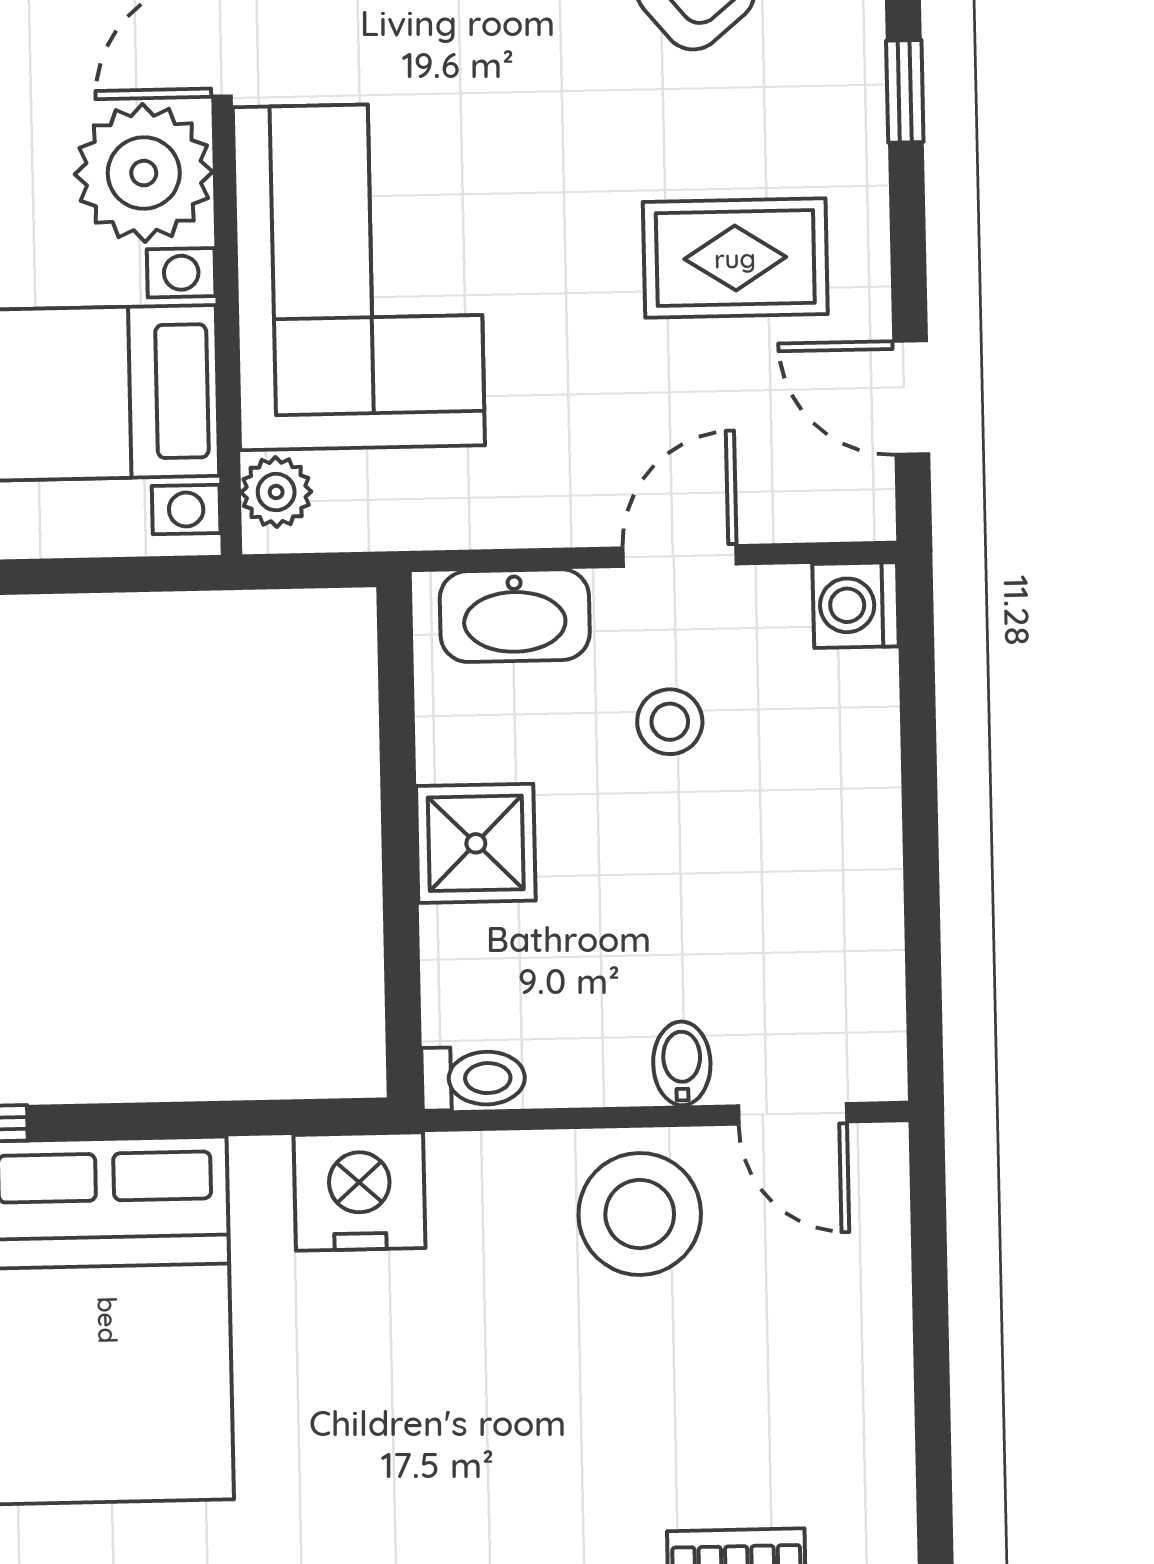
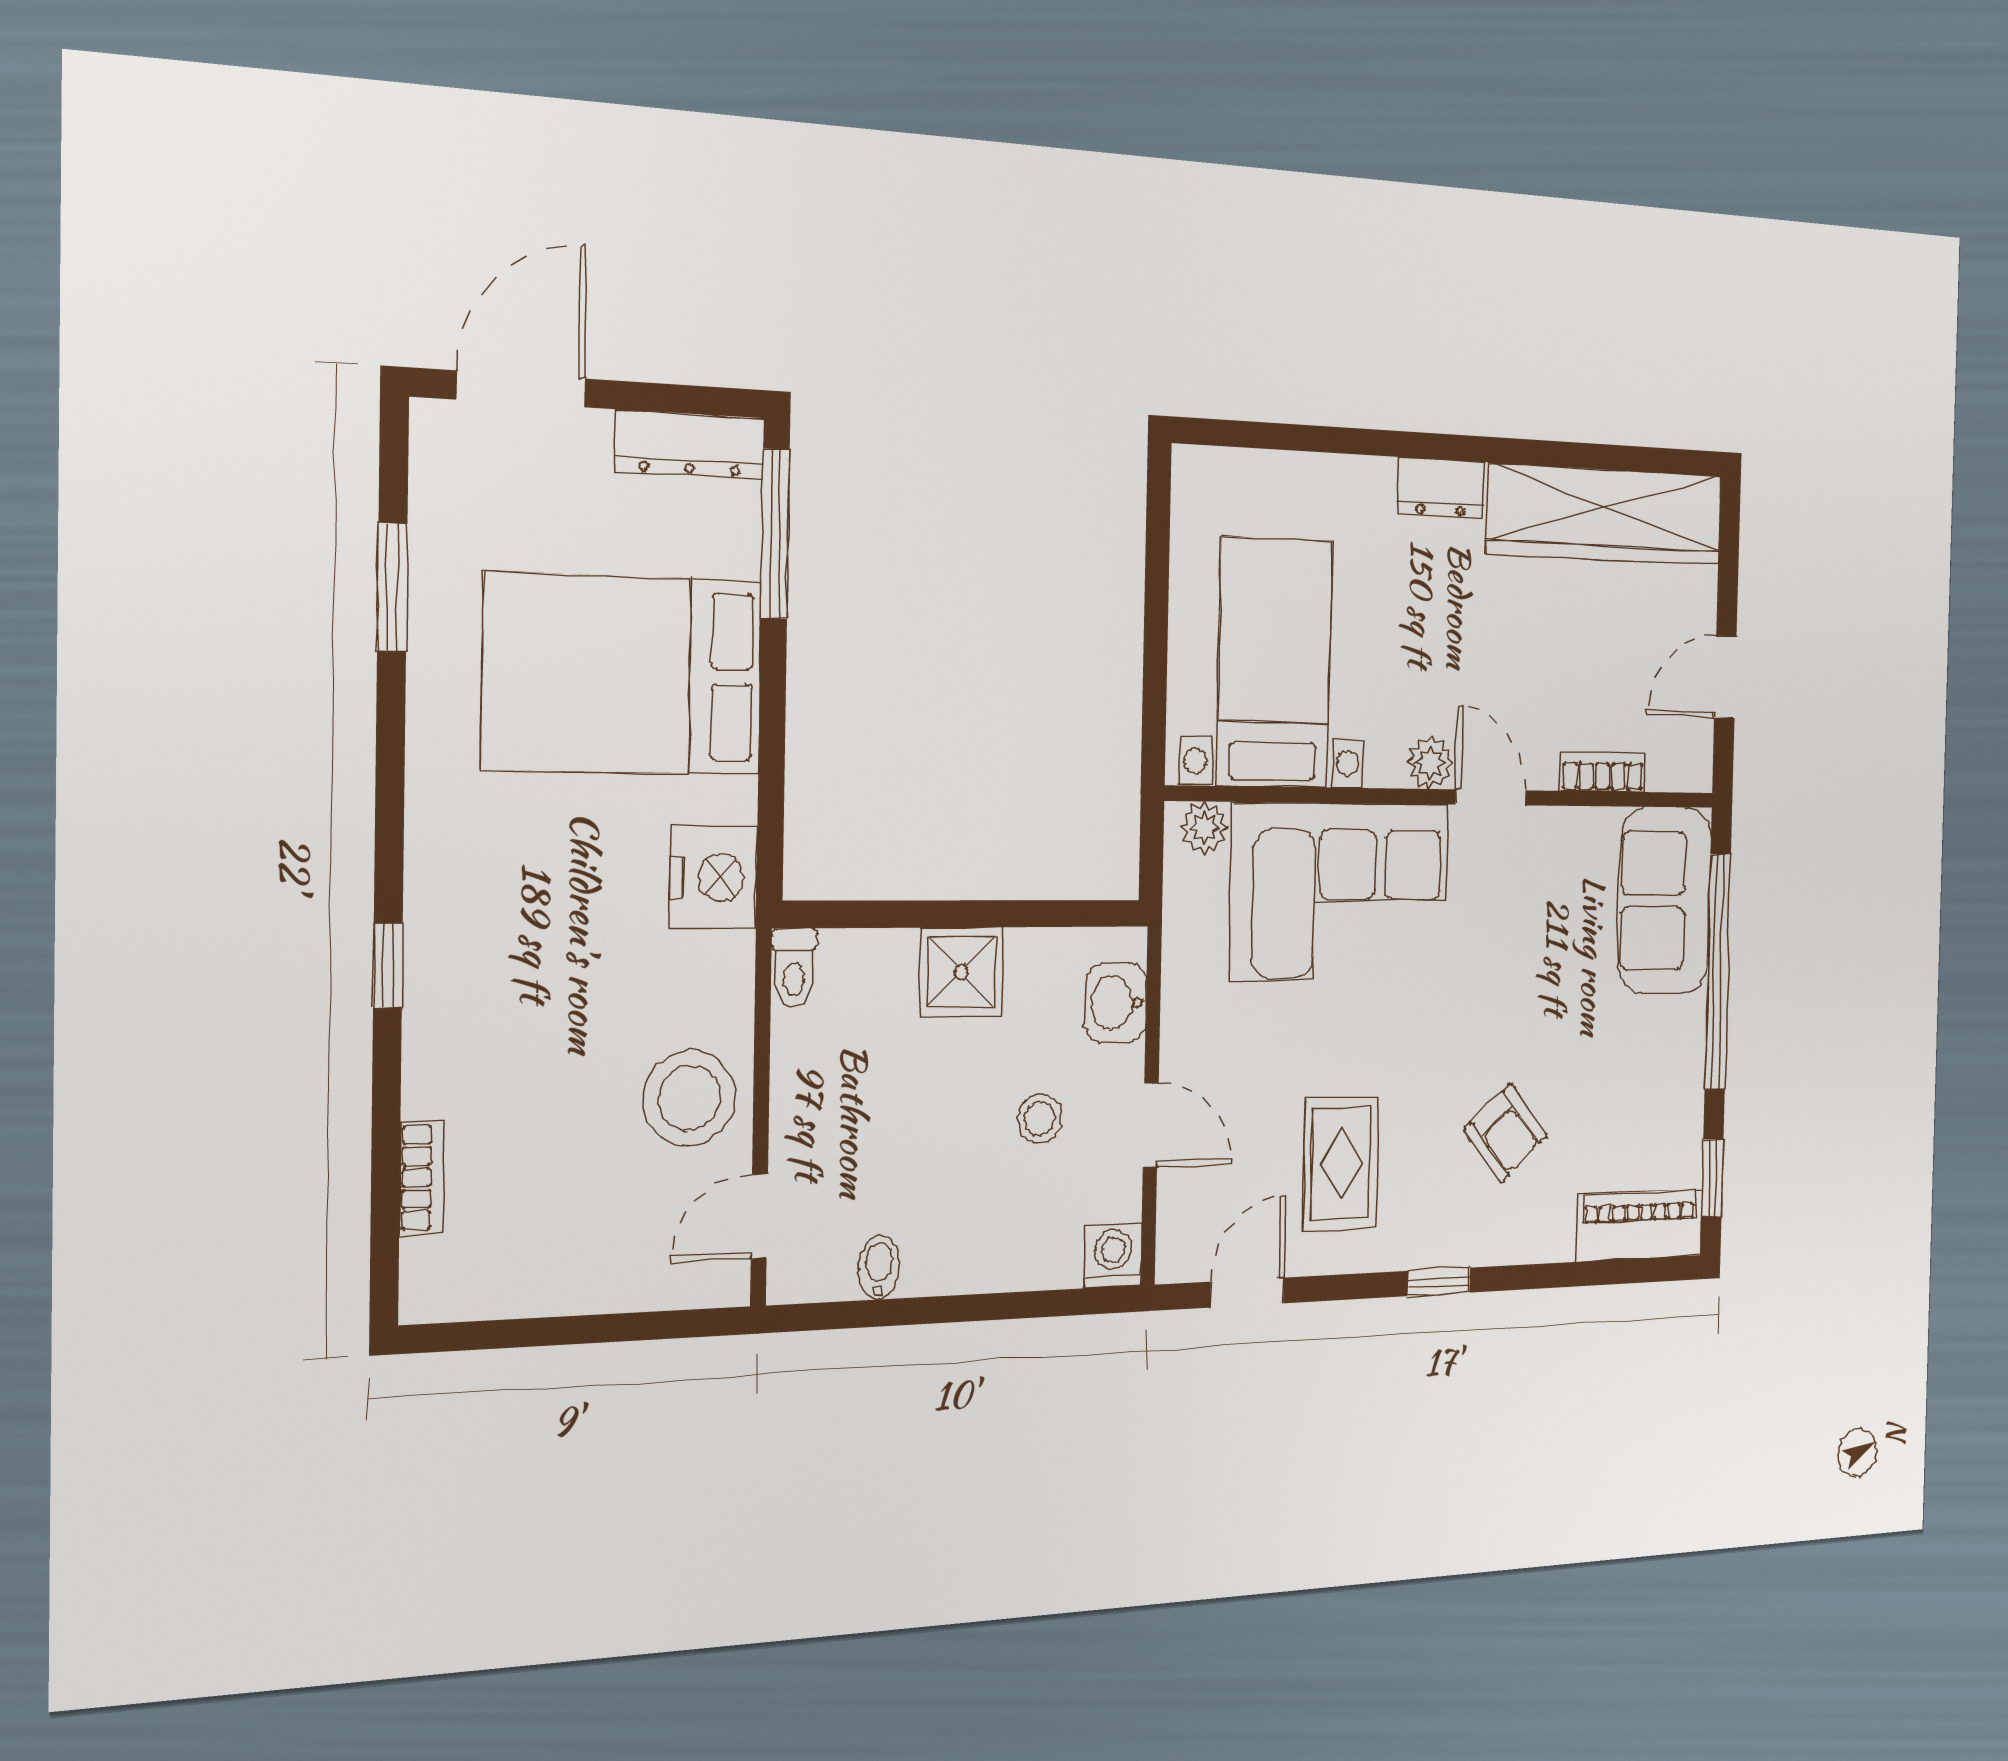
plant: (144, 173) -> (1430, 763), width x0.53, depth x0.53
washbasin: (515, 616) -> (1116, 1003), width x0.72
bidet: (682, 1063) -> (879, 1268), moved, turned -90

